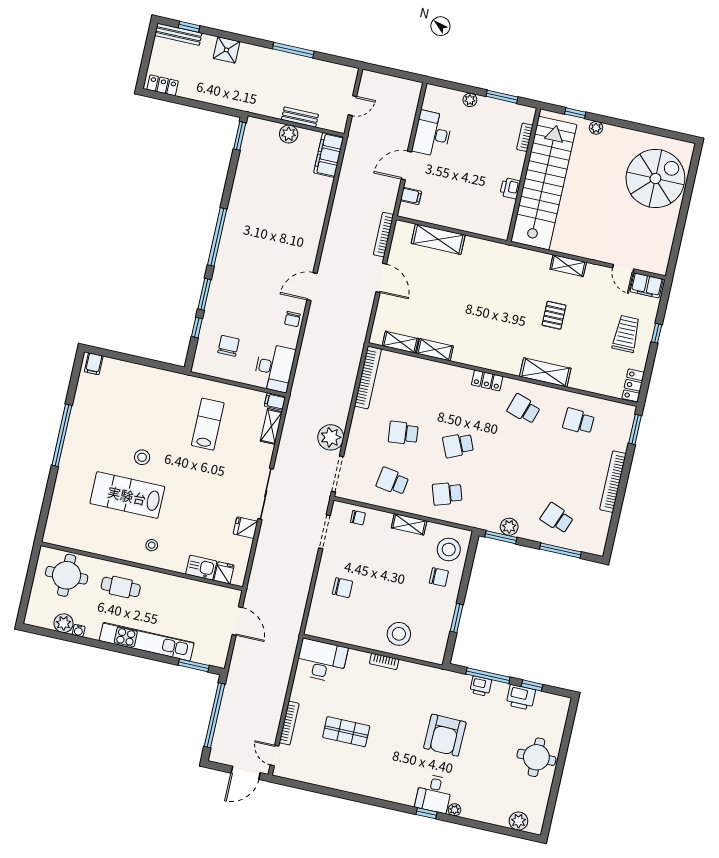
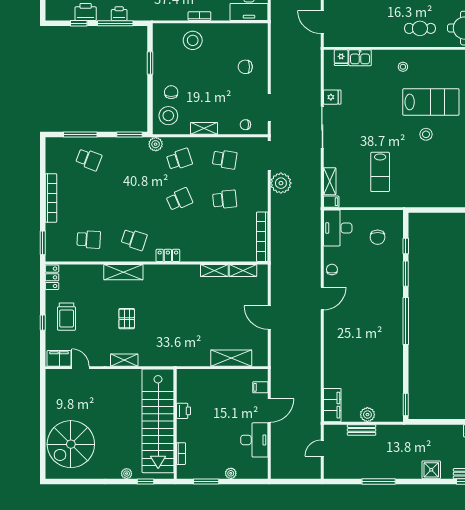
bookcase: (384, 235) -> (275, 352), removed
plant: (509, 527) -> (156, 144), moved
chair: (439, 577) -> (171, 92), turned 90

